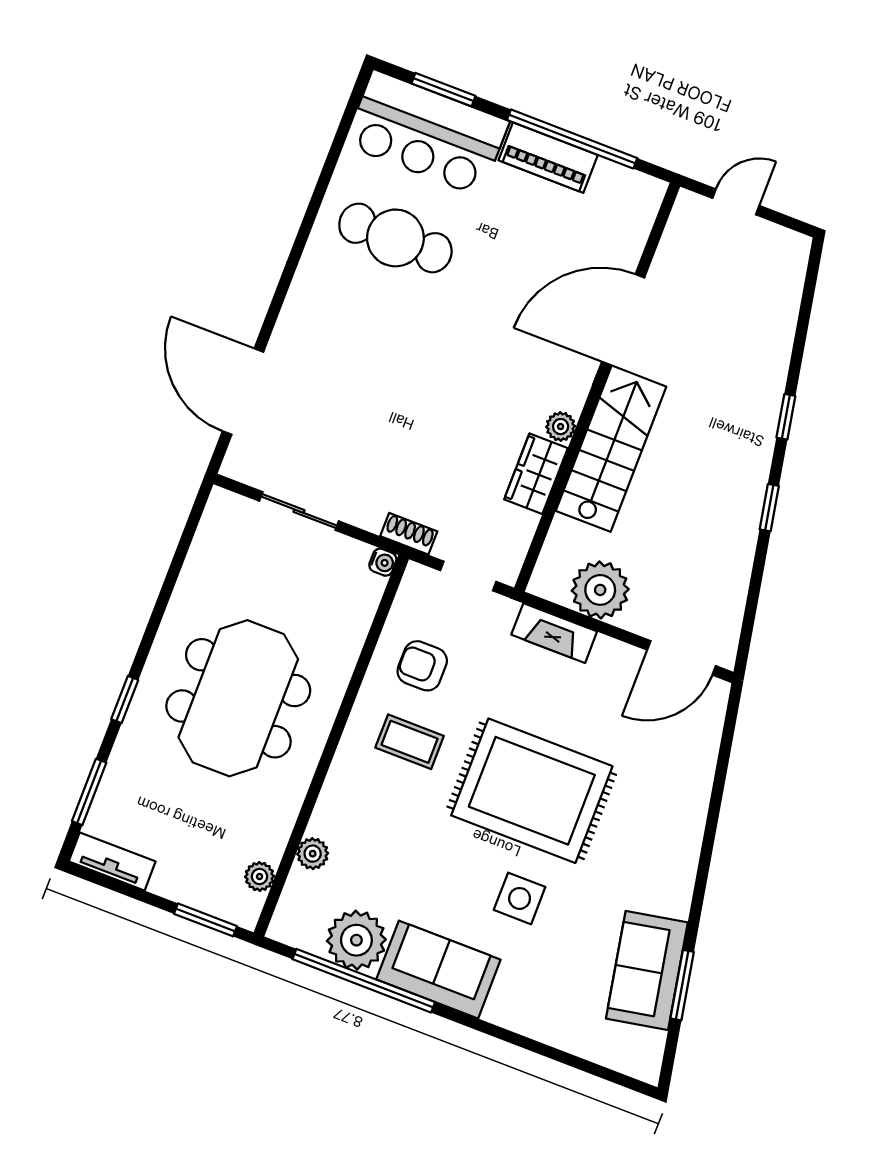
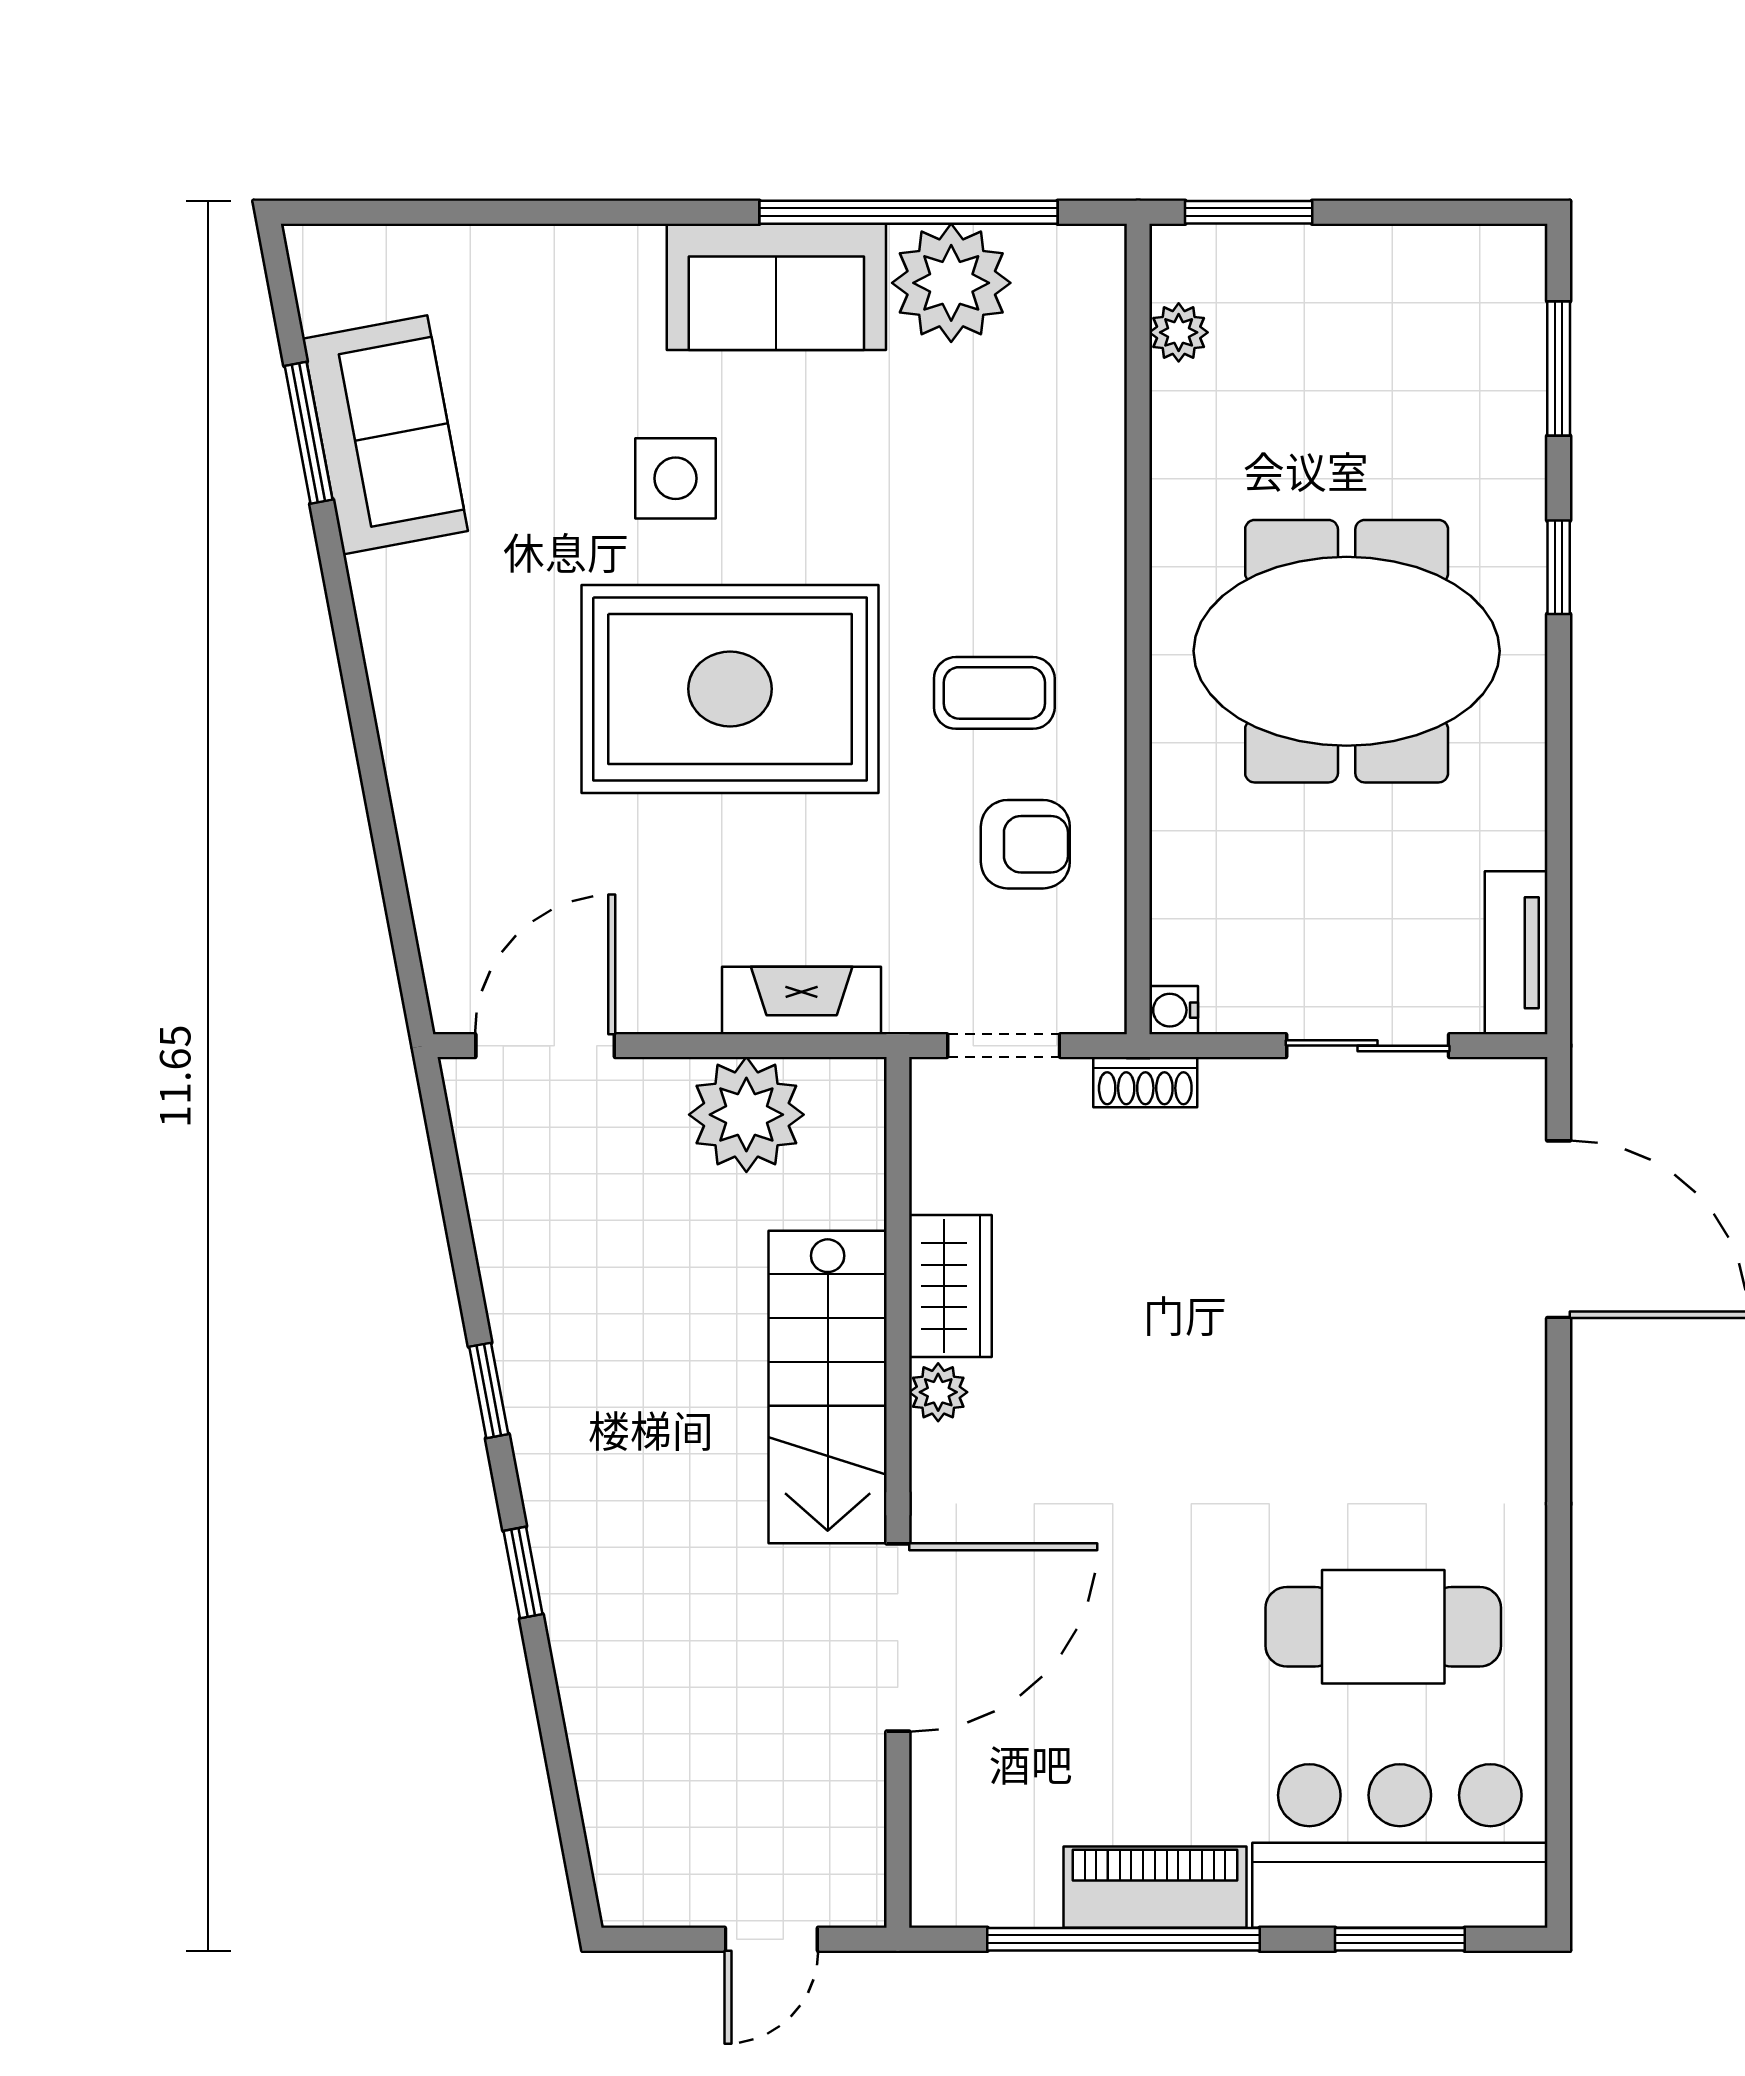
meeting table: (238, 698) -> (1347, 651), turned 90
plant: (313, 854) -> (1096, 414), removed
tv unit: (112, 861) -> (1516, 953), moved, turned 90

